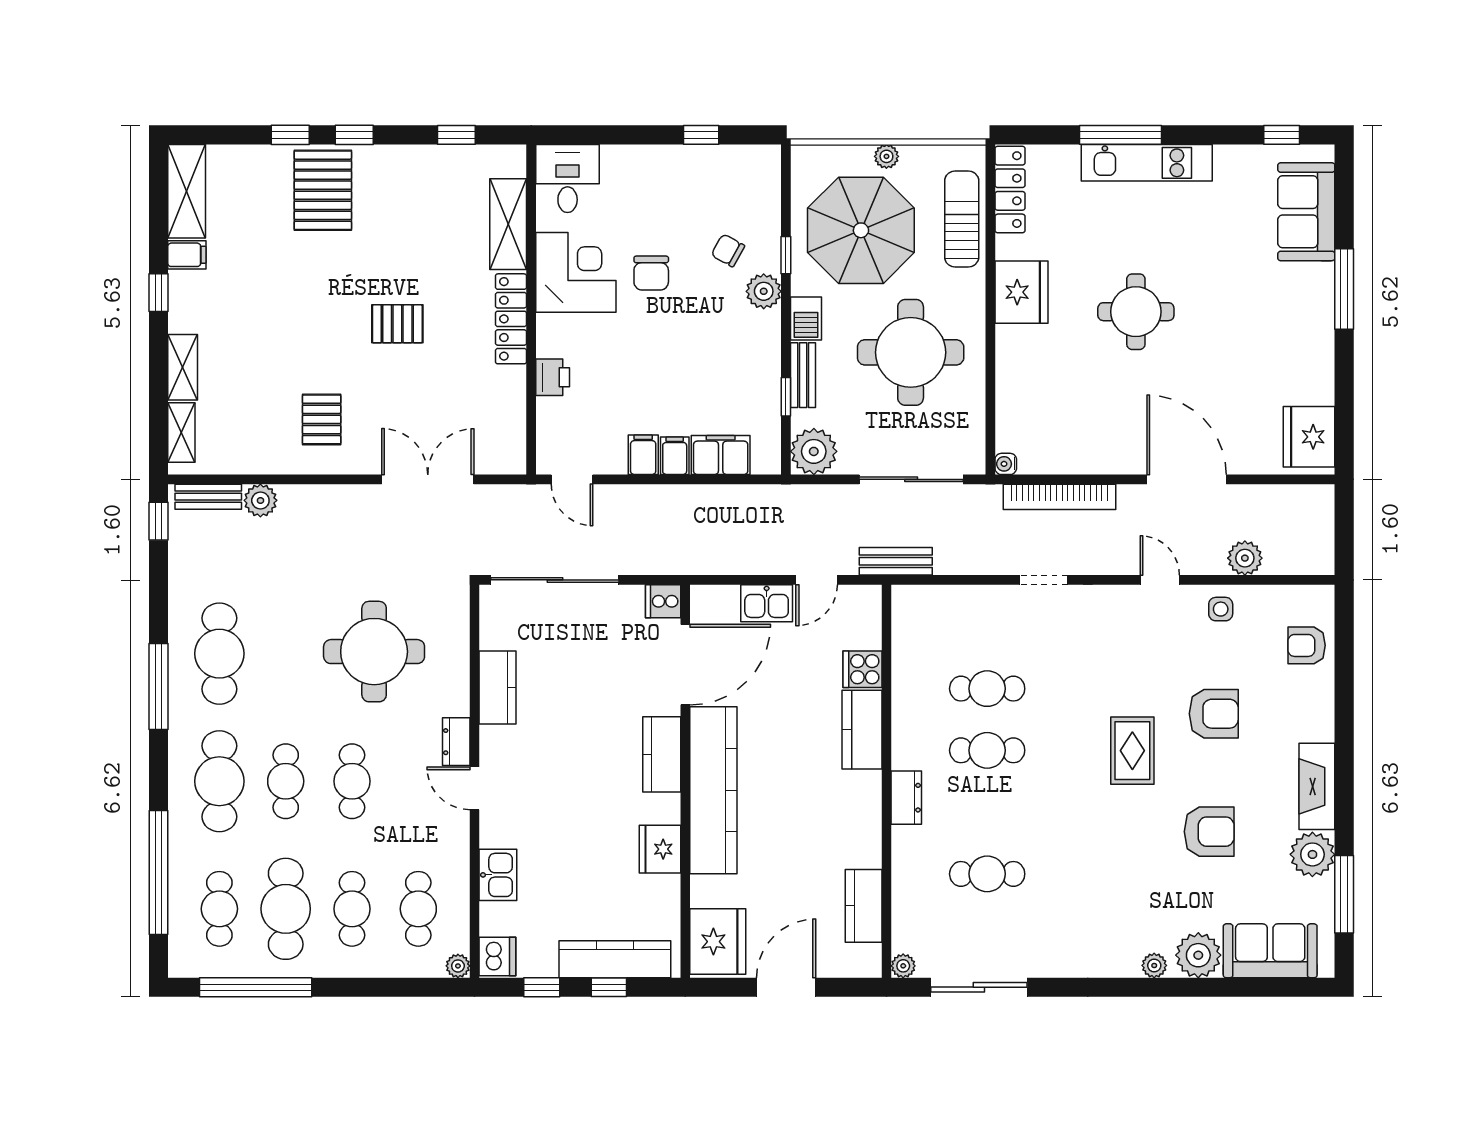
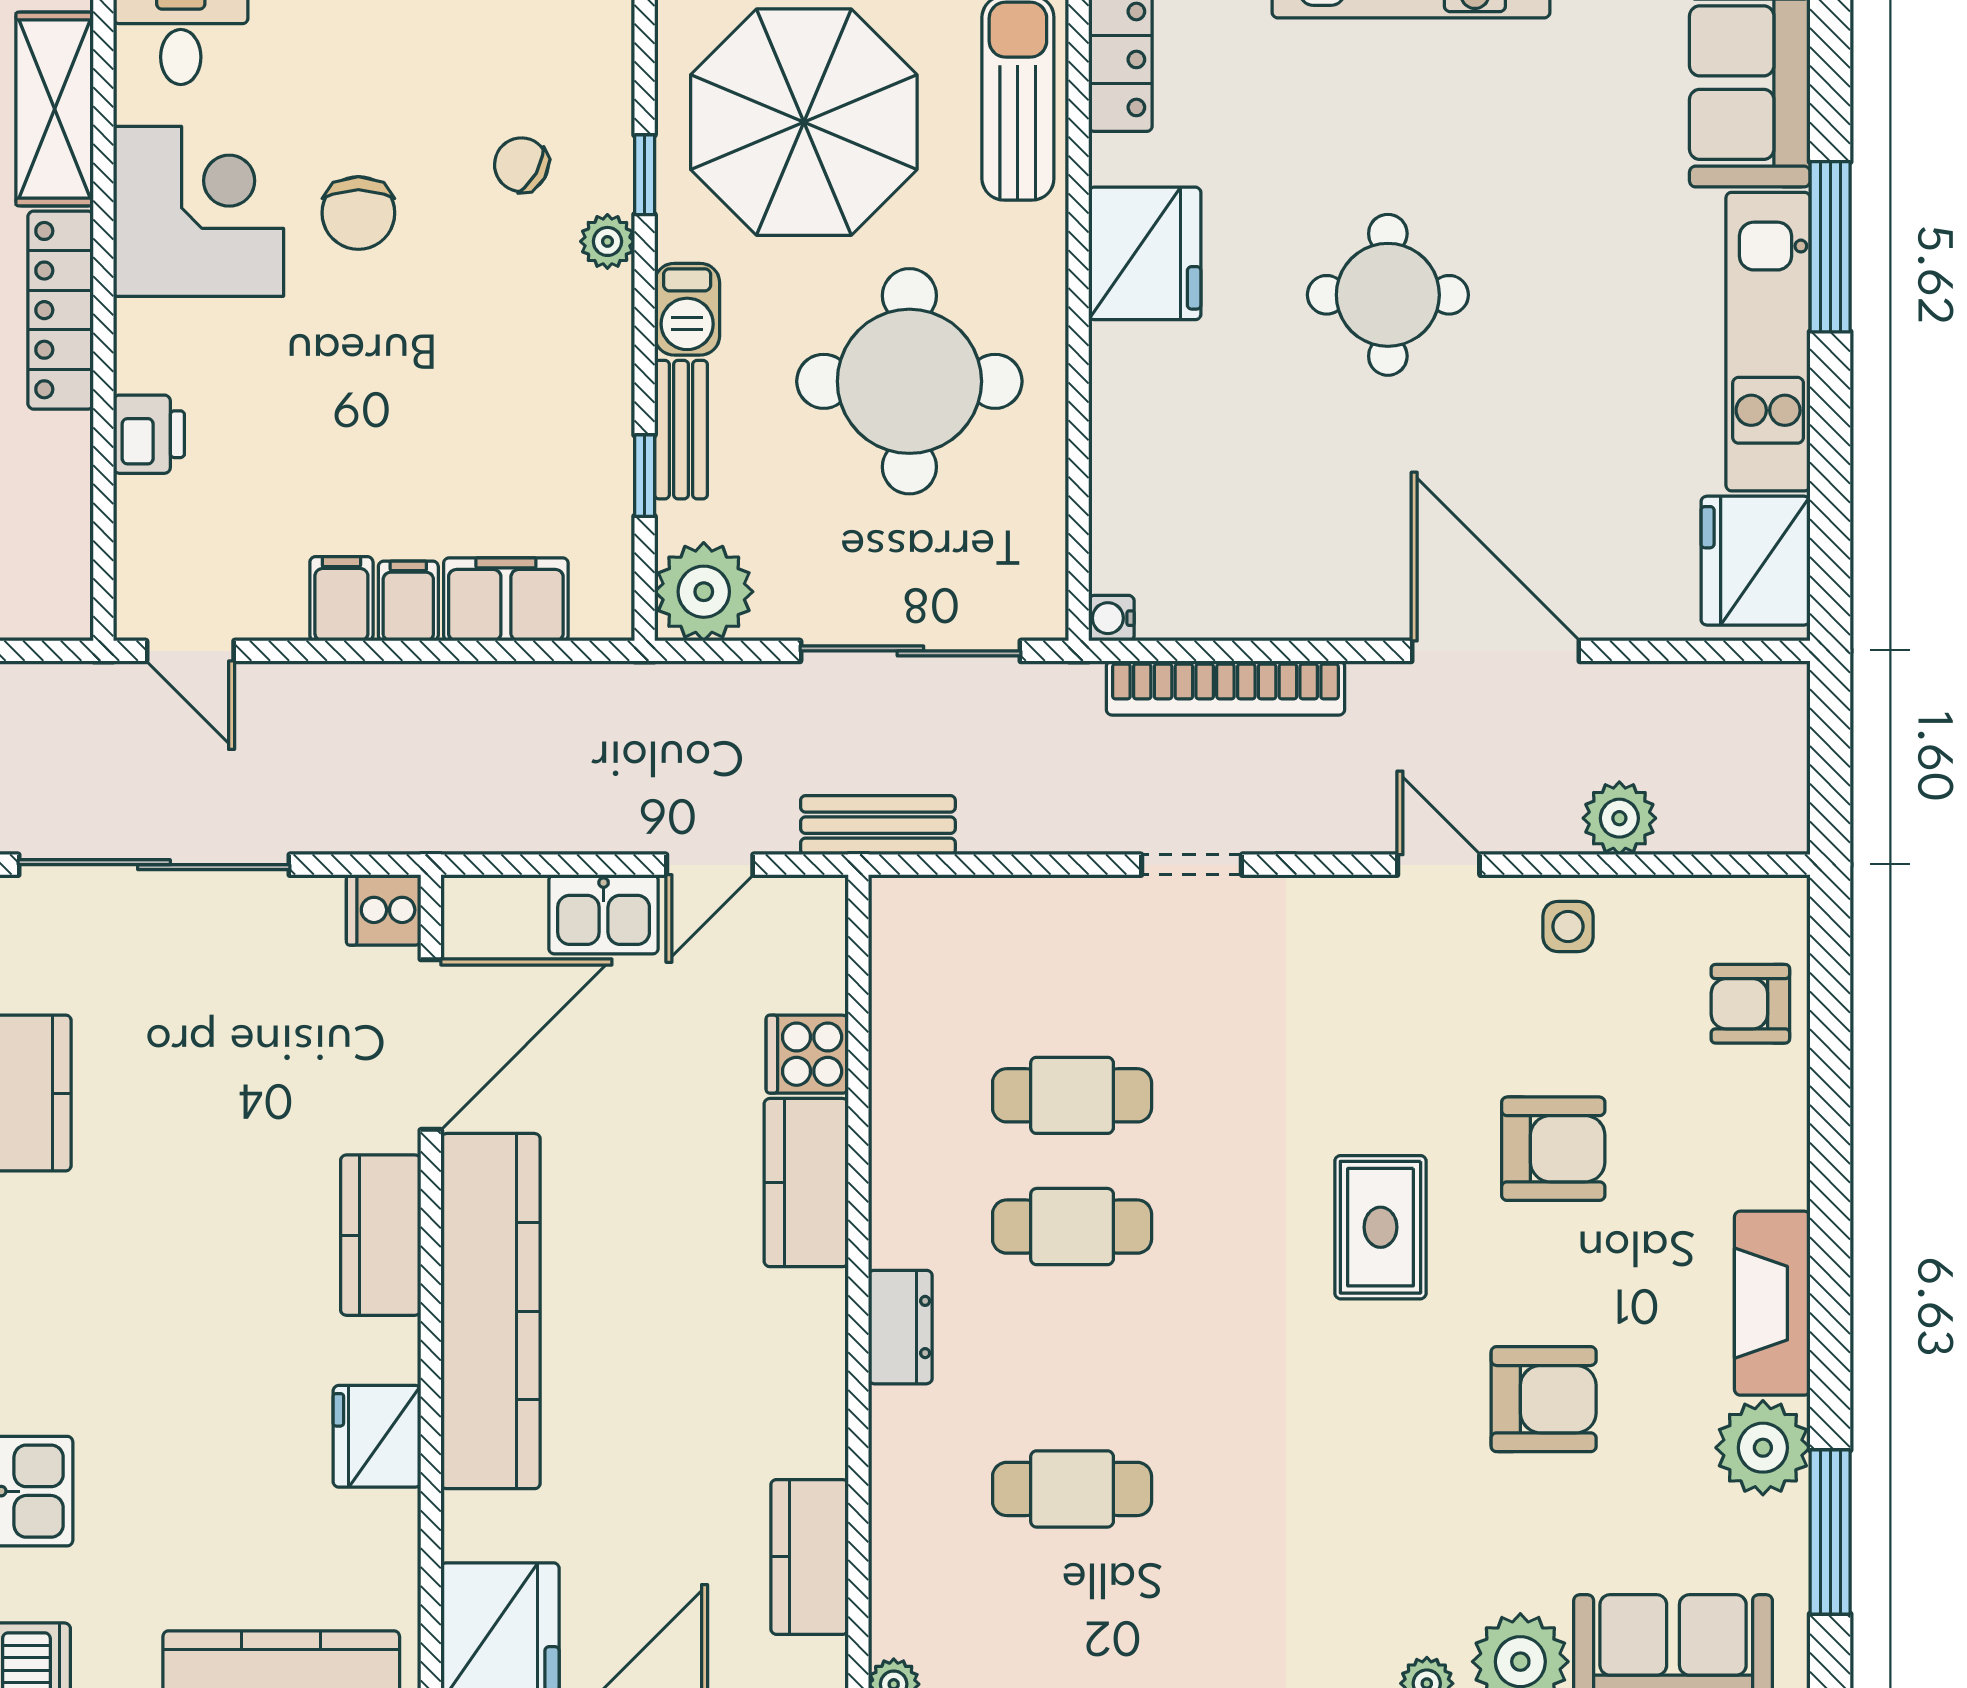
plant: (764, 291) -> (607, 241), width x0.73, depth x0.73
kitchen unit: (1315, 334) -> (1768, 342), added

